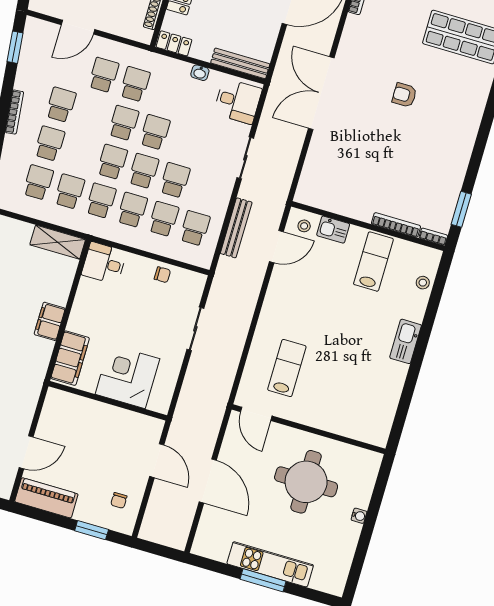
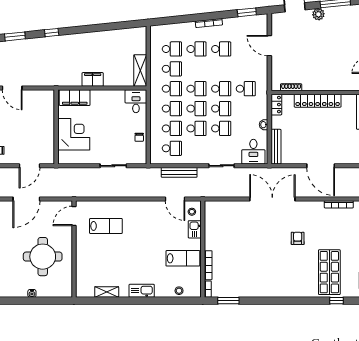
school desk: (104, 75) -> (221, 128), moved
armchair: (404, 95) -> (298, 238), moved
shelving: (391, 397) -> (107, 292), added

